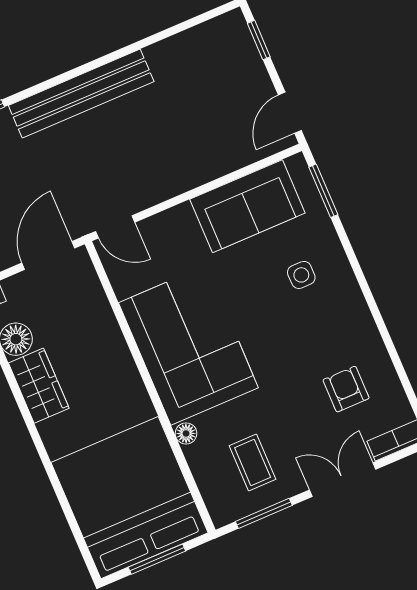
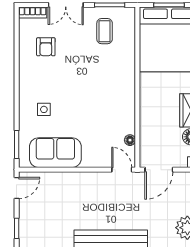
corner sofa: (188, 345) -> (111, 99), removed
floor lamp: (186, 433) -> (130, 140), moved

